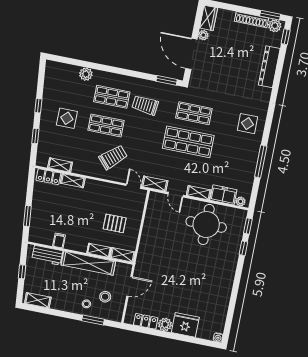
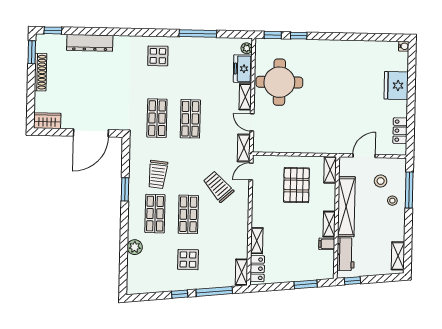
plant: (275, 26) -> (43, 45), removed
plant: (203, 35) -> (68, 123), removed
window: (167, 80) -> (125, 189), moved
window: (35, 136) -> (214, 291), width x2.17
shop shelf: (188, 142) -> (190, 119), width x0.70, depth x0.74
trolley: (113, 157) -> (218, 186), moved
shelving: (60, 165) -> (242, 272), moved
door: (176, 195) -> (252, 122), swing flipped
pallet: (115, 223) -> (296, 185), width x1.50, depth x1.42
shelving: (99, 250) -> (329, 224), moved
window: (22, 272) -> (352, 281), moved
door: (130, 286) -> (364, 156), hinge flipped
window: (93, 320) -> (409, 190), width x1.44
plant: (165, 324) -> (400, 108), removed

